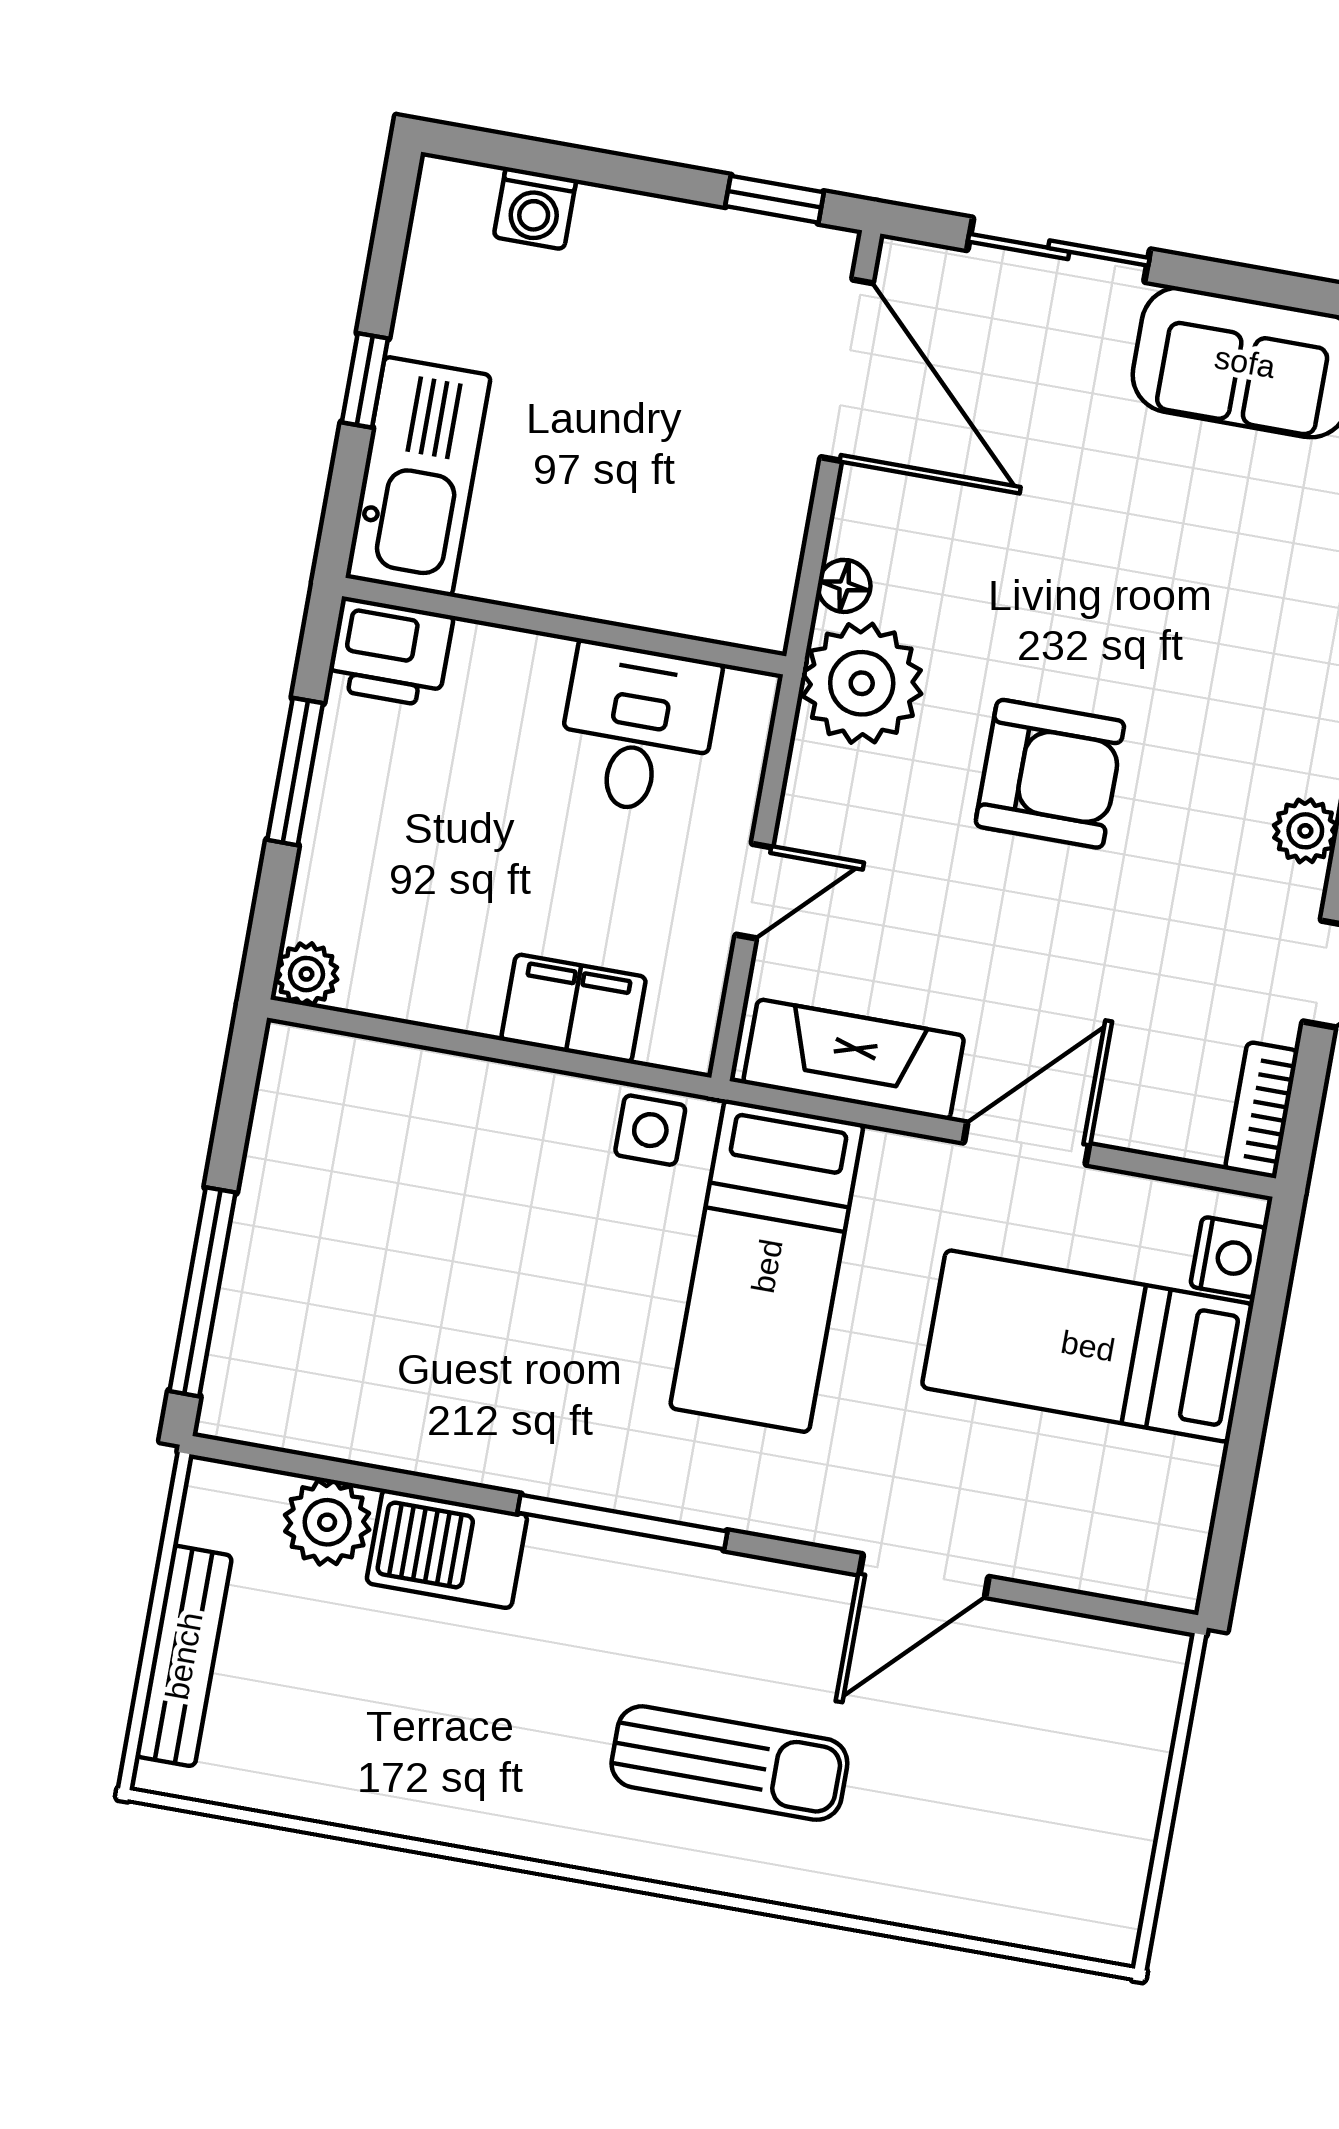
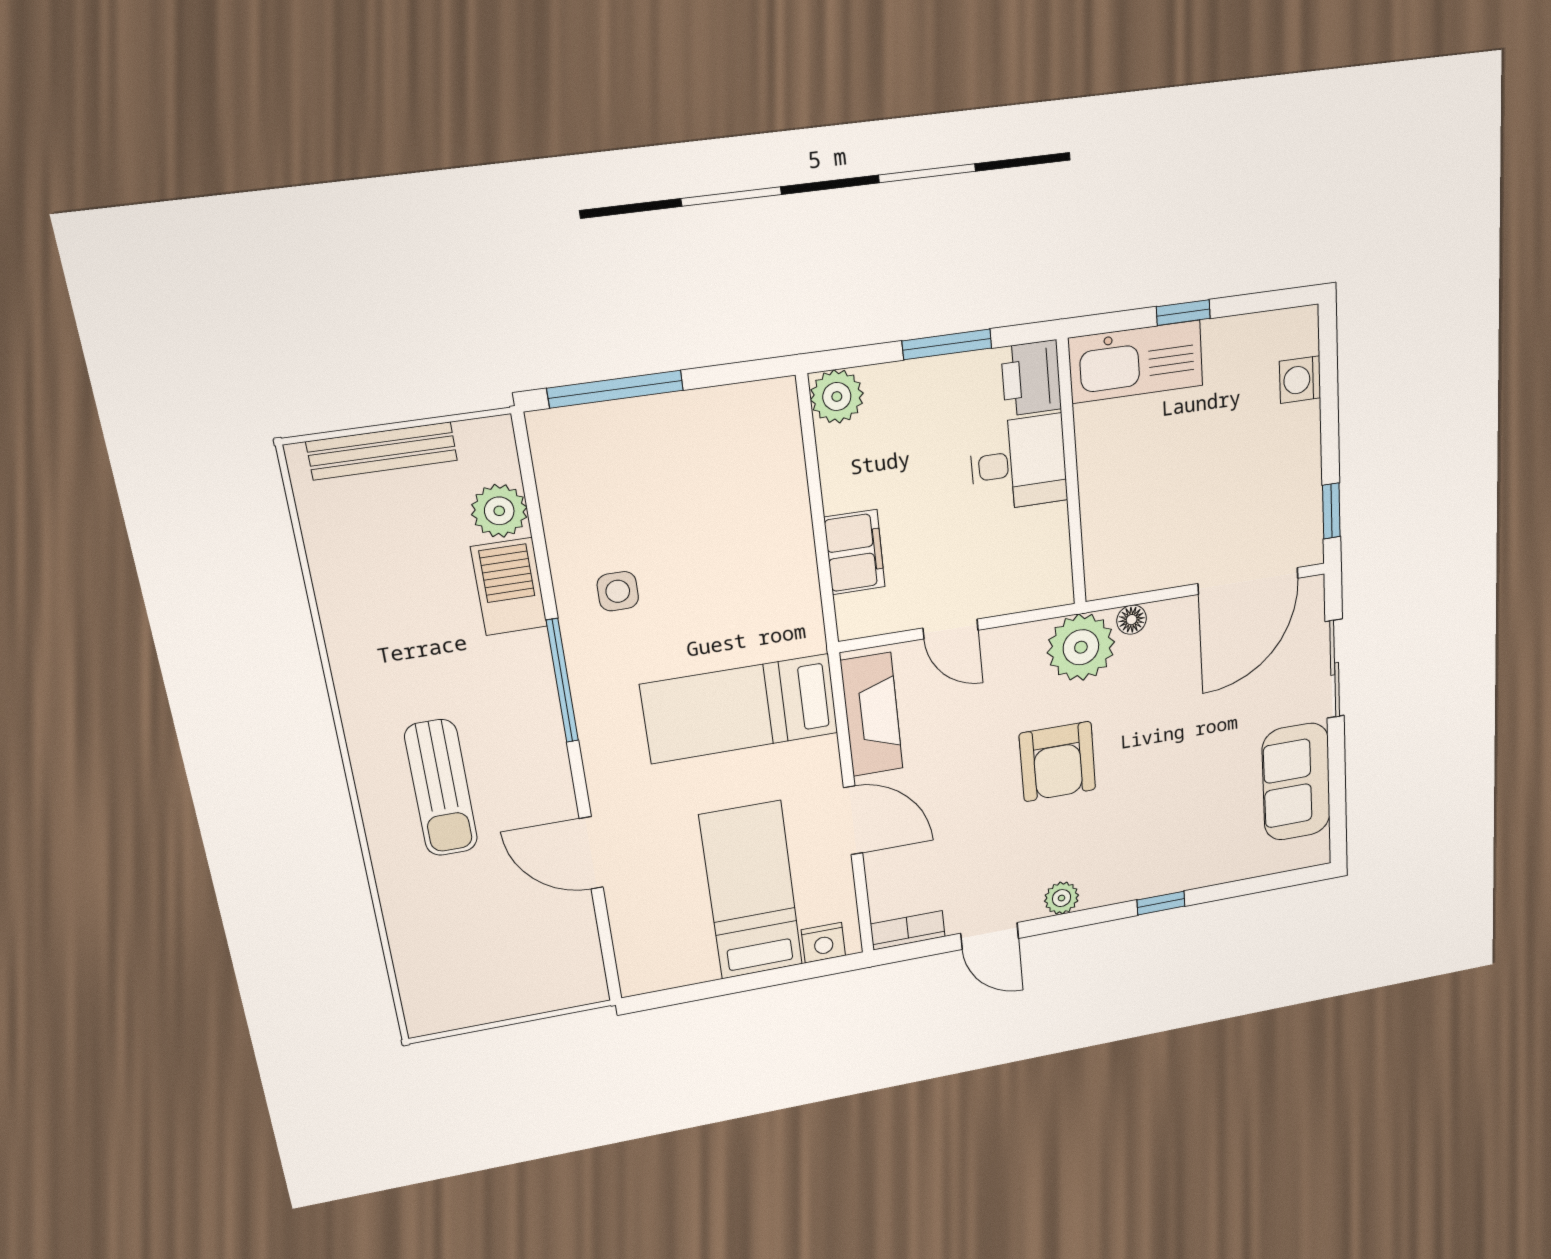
desk: (638, 729) -> (1019, 463), moved
plant: (306, 974) -> (837, 396), width x1.38, depth x1.38
side table: (650, 1130) -> (618, 591), moved

